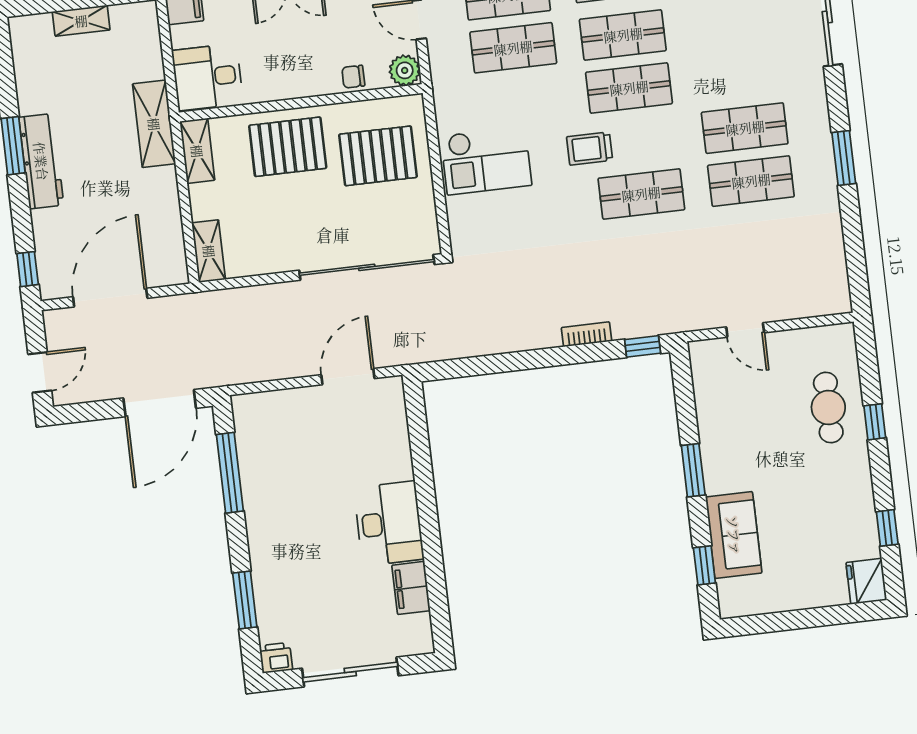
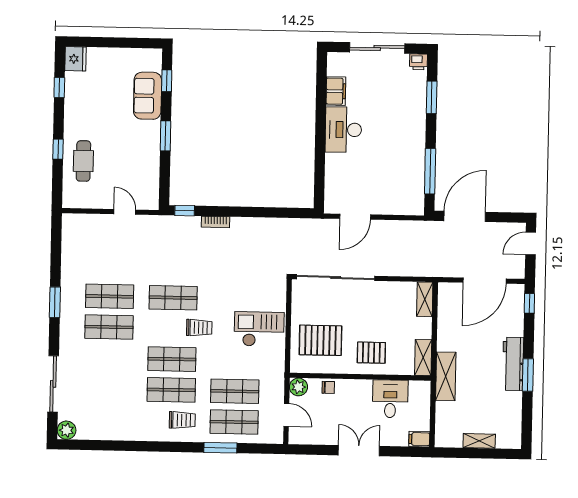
desk: (208, 77) -> (390, 399), moved, turned -90
pallet: (288, 147) -> (371, 353), width x0.67, depth x0.71

